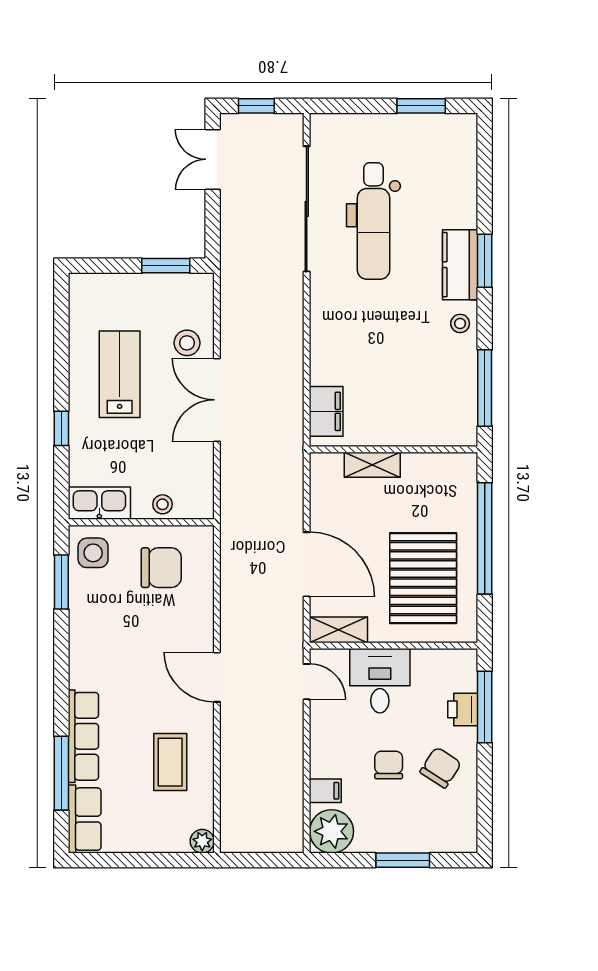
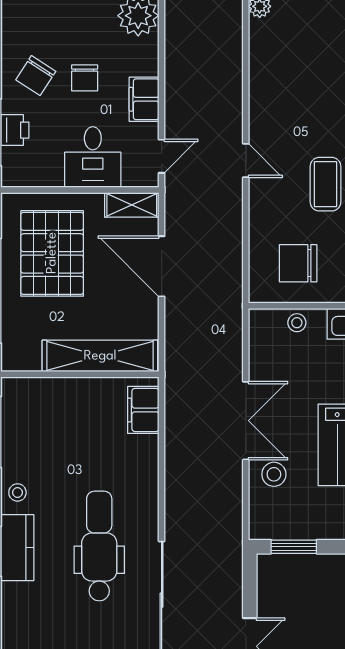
dental chair: (373, 221) -> (99, 546), moved
shelving: (372, 465) -> (100, 356), width x2.20, depth x1.33
door: (217, 677) -> (246, 160), width x0.73
door: (307, 682) -> (162, 156), swing flipped
coffee table: (170, 762) -> (325, 184), moved
filing cabinet: (325, 791) -> (144, 99), moved, width x2.00

